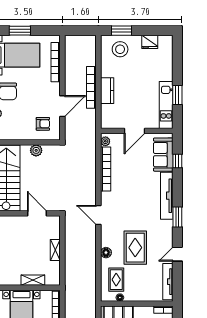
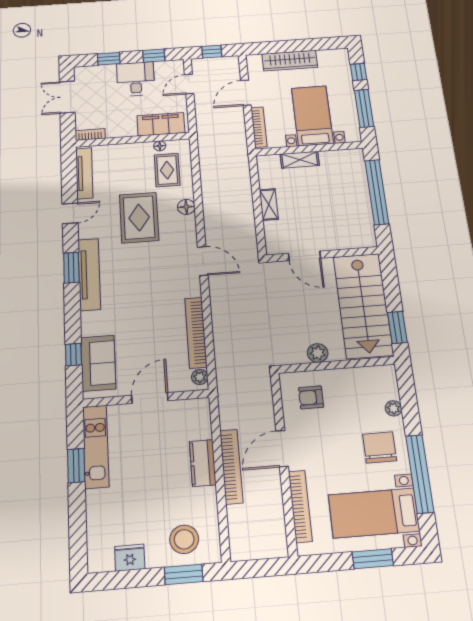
door: (62, 106) -> (282, 449), moved
tv unit: (167, 196) -> (89, 274), moved

